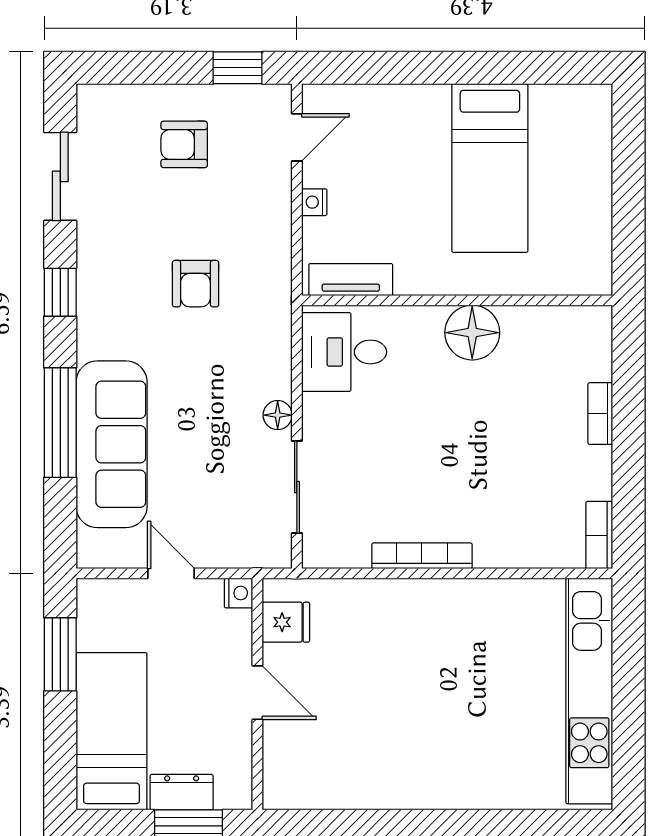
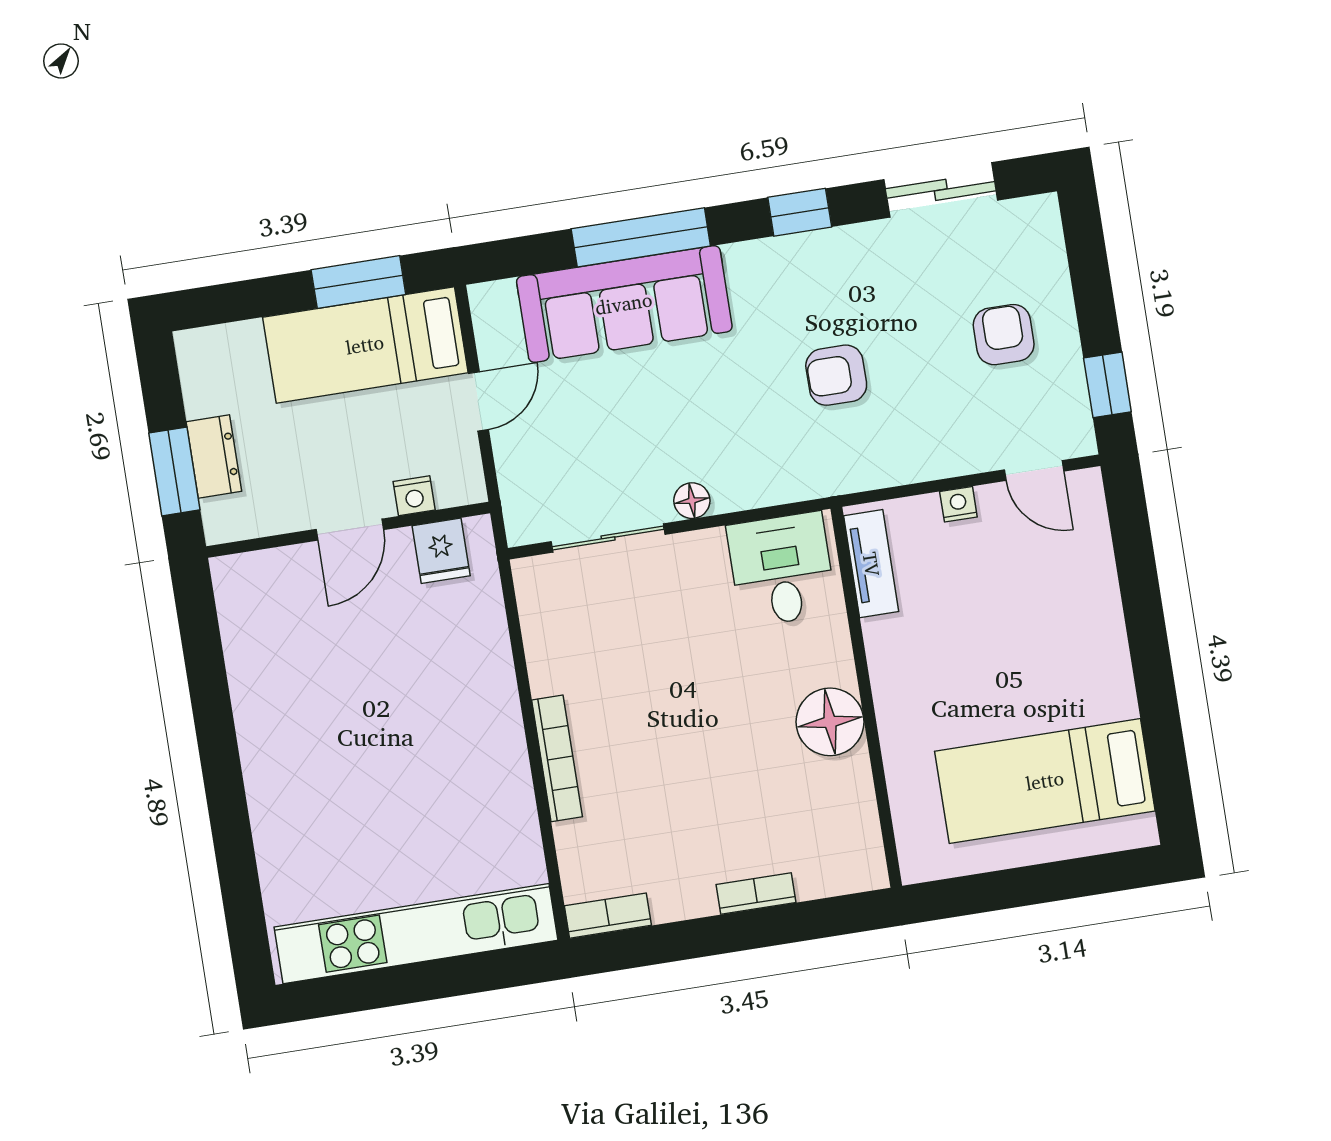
bed: (490, 168) -> (1045, 781), moved
bookcase: (422, 556) -> (557, 758), moved
nightstand: (238, 593) -> (414, 496), moved
bed: (112, 731) -> (365, 345), moved, turned 180

